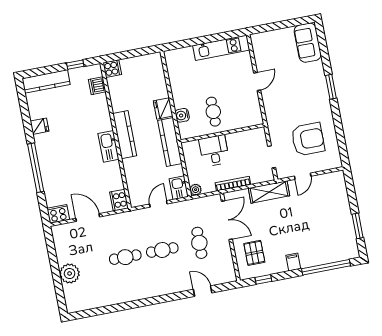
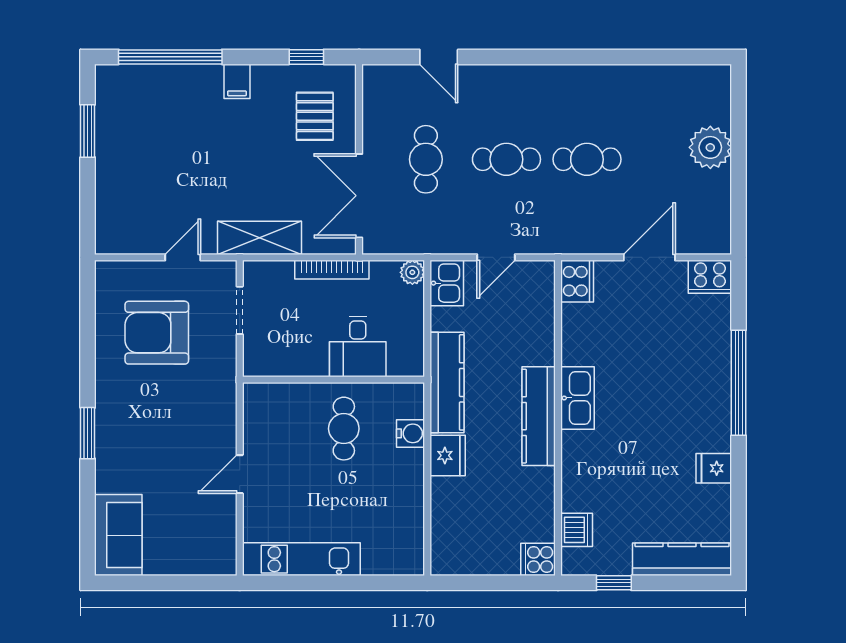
door: (88, 218) -> (649, 257), swing flipped

